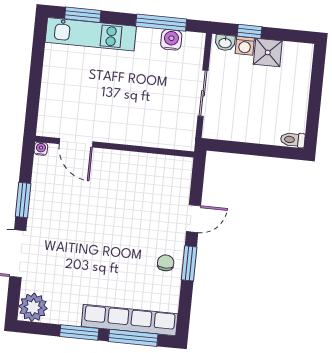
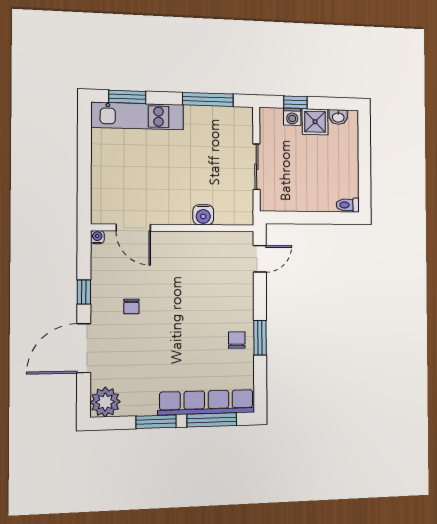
water cooler: (171, 40) -> (203, 215), moved, turned 180
washbasin: (225, 43) -> (338, 117), moved
window: (23, 200) -> (84, 292), width x0.67
chair: (67, 219) -> (131, 306), added
door: (194, 219) -> (260, 259), moved

